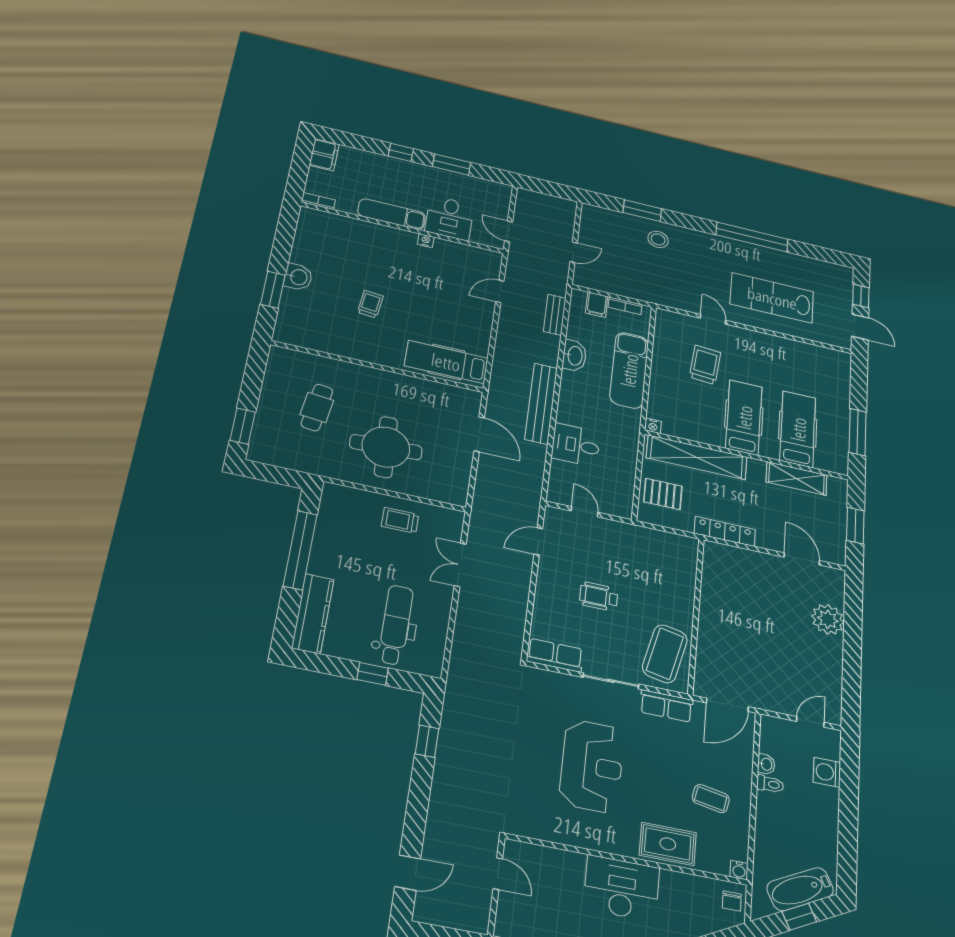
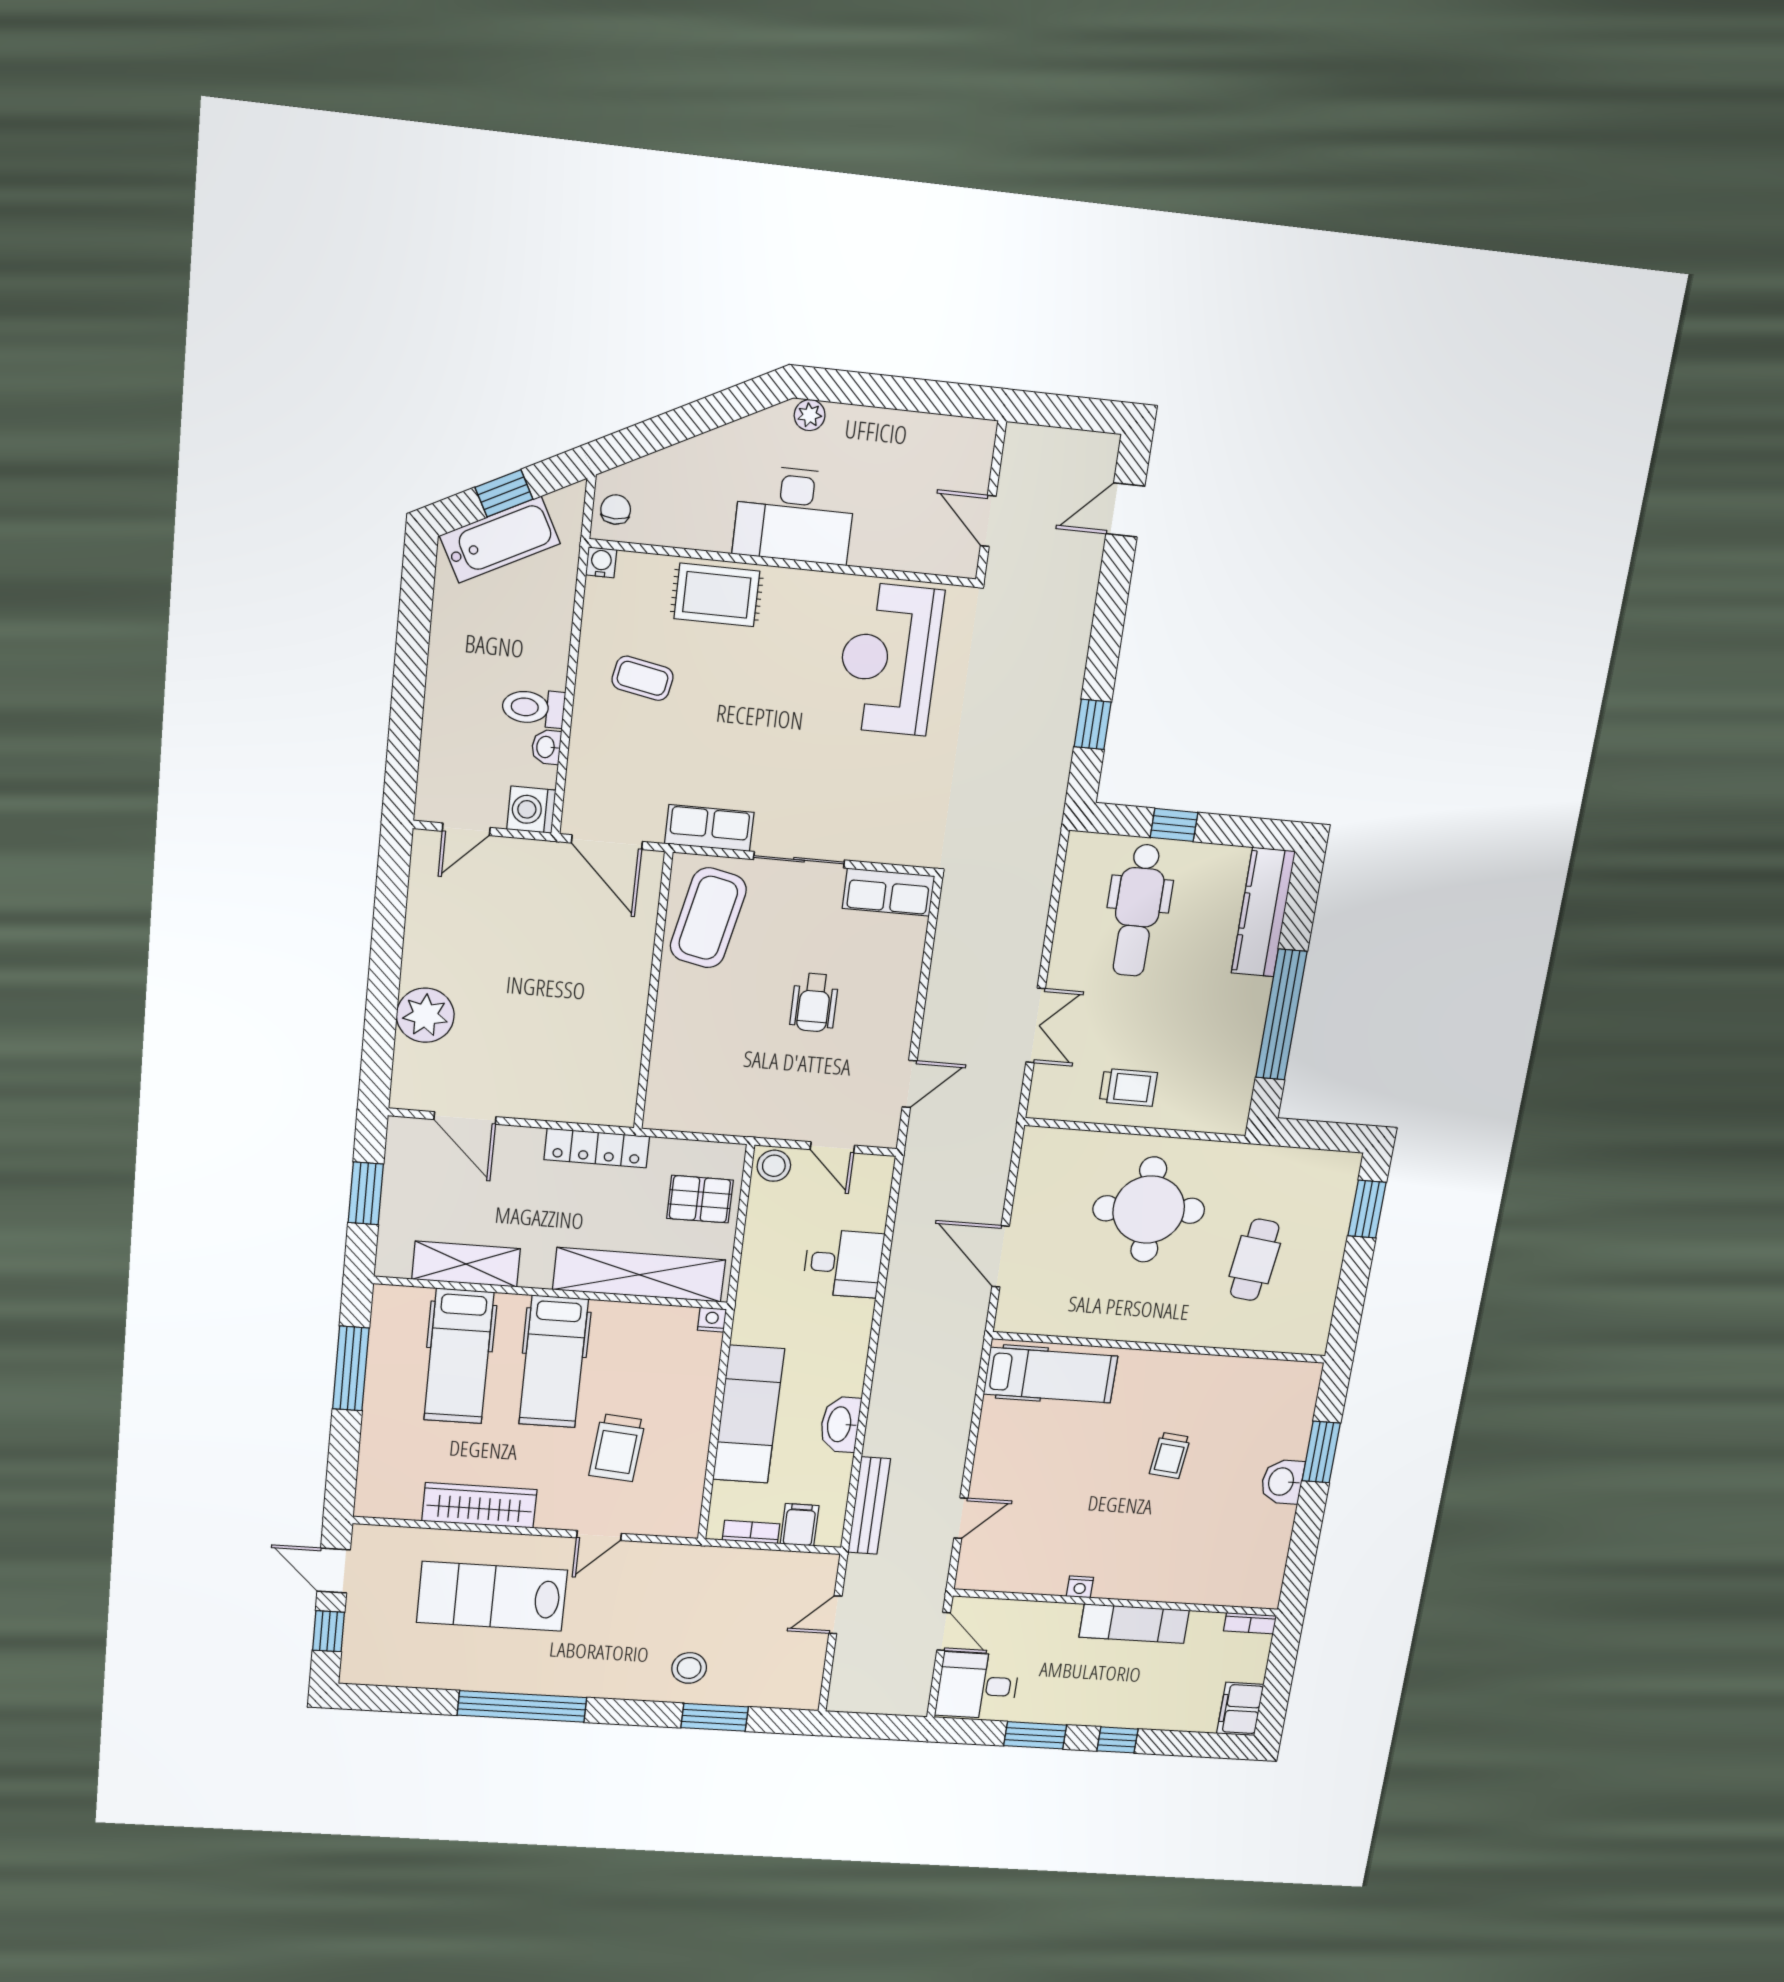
desk: (450, 218) -> (978, 1686), moved, turned -90
lab bench: (772, 298) -> (492, 1596), turned 180
bench: (555, 315) -> (869, 1506), width x1.36
door: (713, 319) -> (599, 1536), hinge flipped
wardrobe: (782, 347) -> (479, 1505), added
bench: (541, 404) -> (898, 1328), removed
stool: (620, 506) -> (774, 1166), added
wheelchair: (599, 596) -> (814, 1002), turned 90
door: (727, 705) -> (607, 842), swing flipped
reception desk: (592, 766) -> (889, 659), moved
washing machine: (827, 772) -> (531, 810), moved, turned 180
toilet: (770, 784) -> (533, 708), width x1.37, depth x1.39

